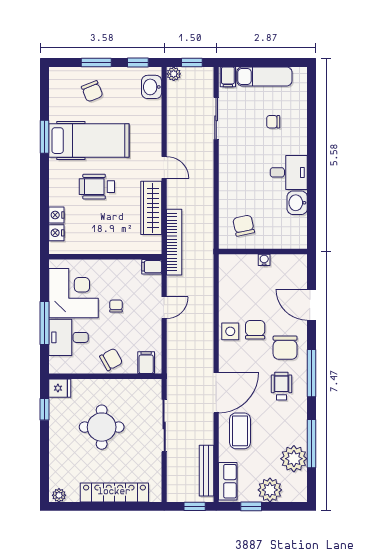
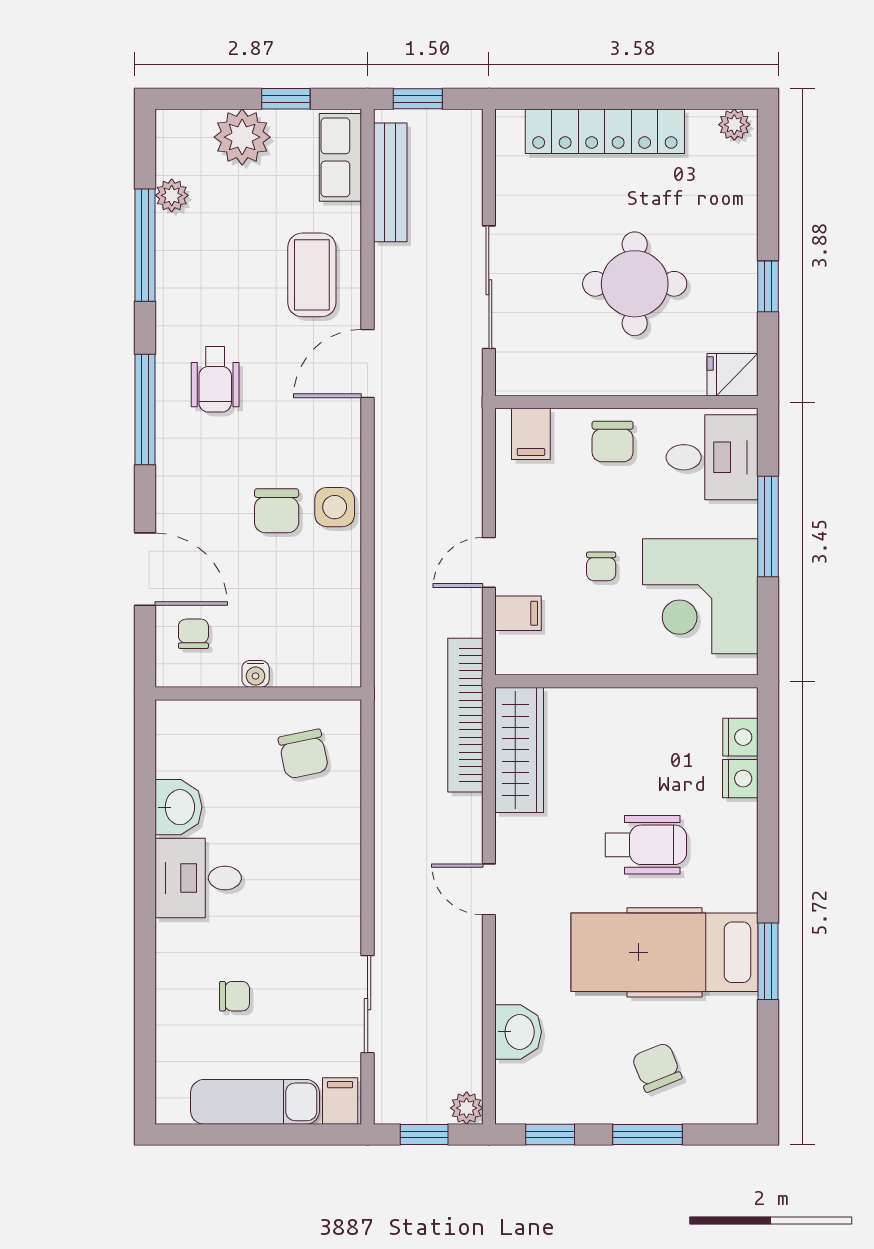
washbasin: (152, 87) -> (518, 1032), moved
wardrobe: (151, 208) -> (519, 750), moved
filing cabinet: (152, 267) -> (518, 613), moved
desk: (68, 337) -> (712, 457), moved
chair: (285, 348) -> (193, 634), moved, width x0.54, depth x0.54
chair: (111, 359) -> (613, 442), turned -61
door: (216, 393) -> (368, 364), width x0.73
window: (44, 409) -> (768, 286), moved
plant: (294, 459) -> (172, 195), width x0.53, depth x0.53

